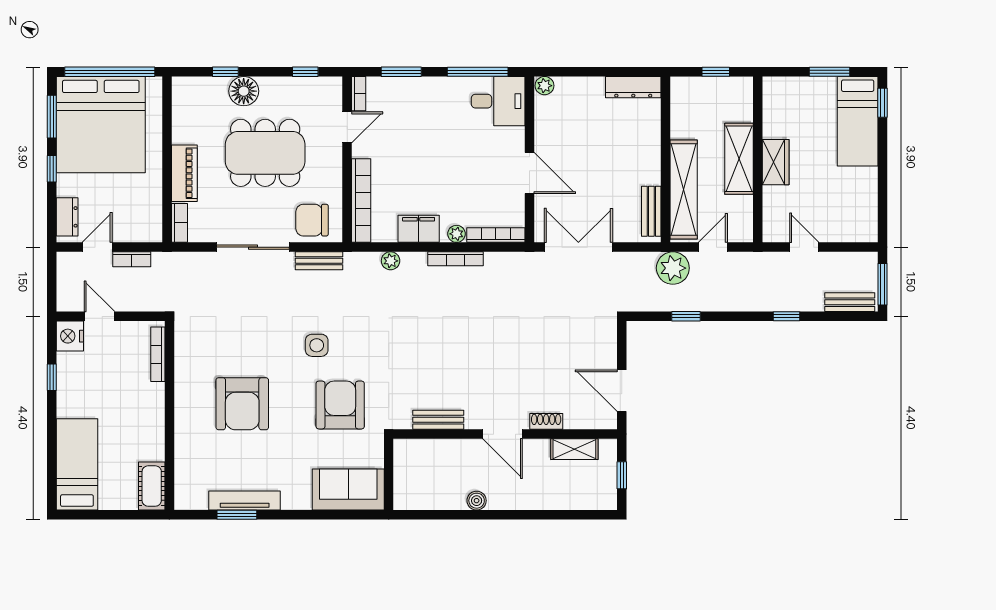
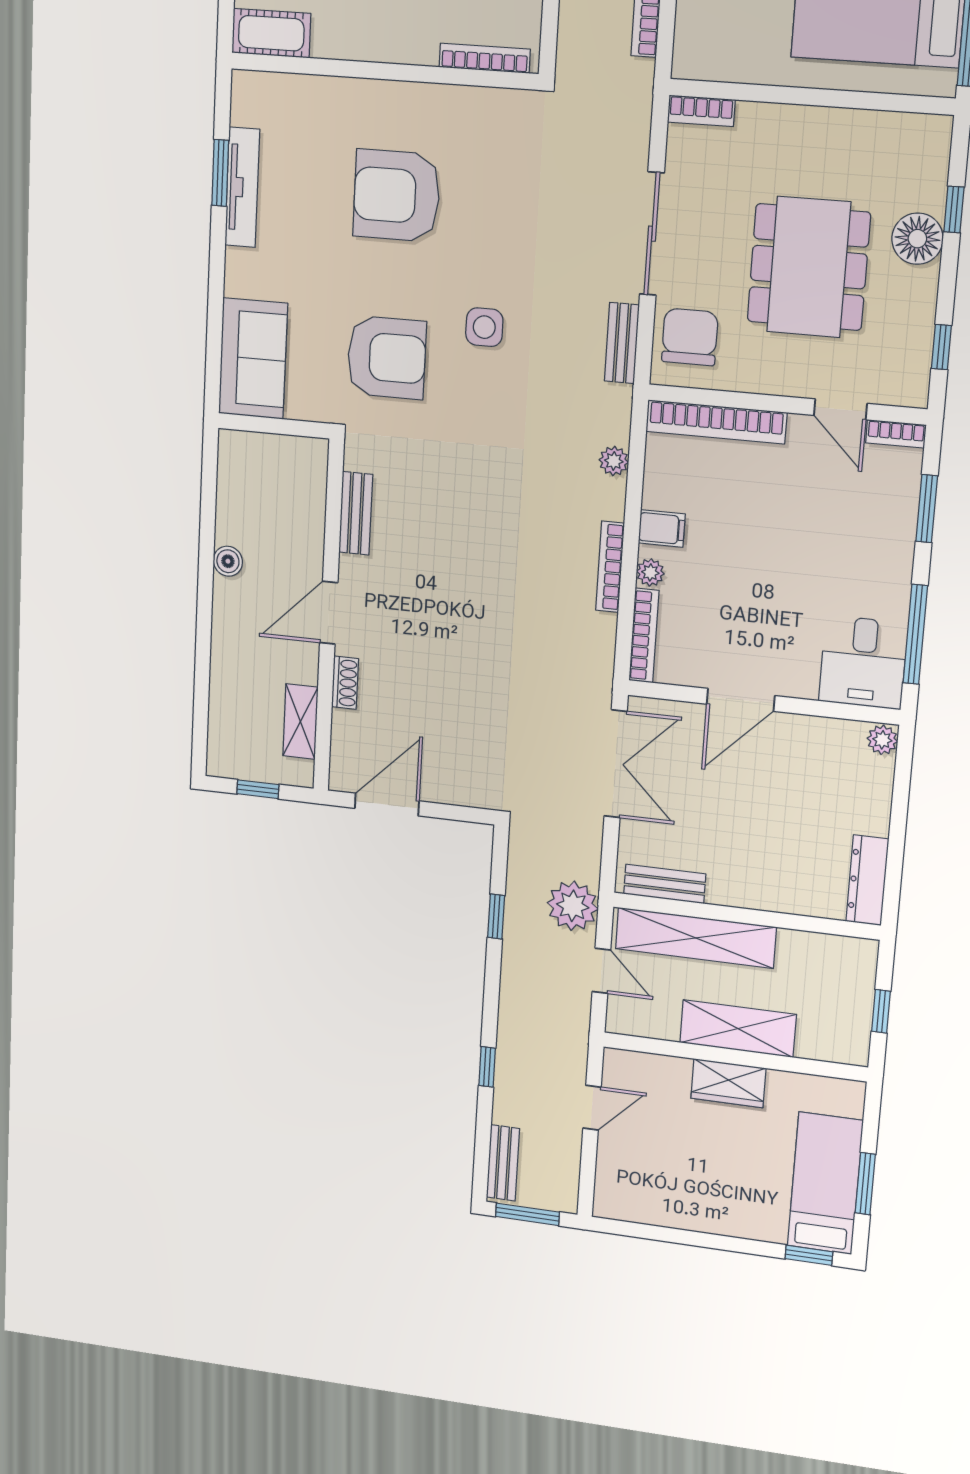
bed: (858, 121) -> (825, 1183), moved, turned 90
piano: (184, 173) -> (785, 125), removed
filing cabinet: (419, 229) -> (662, 529), width x0.50

